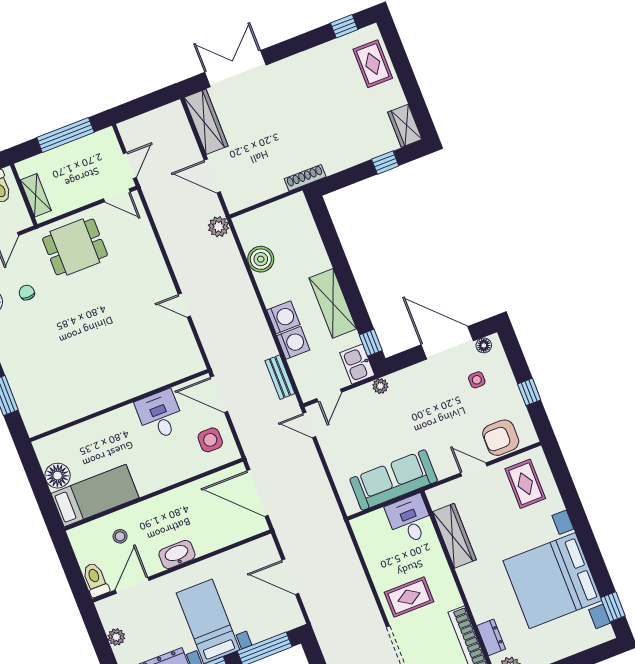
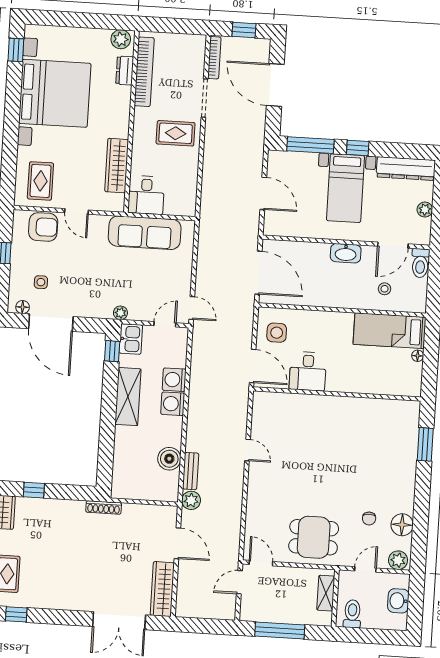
bench: (280, 377) -> (191, 471), moved
floor lamp: (58, 476) -> (418, 356), width x0.53, depth x0.53

